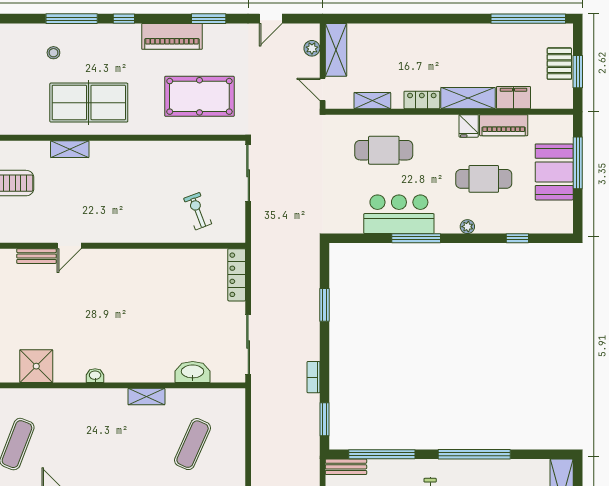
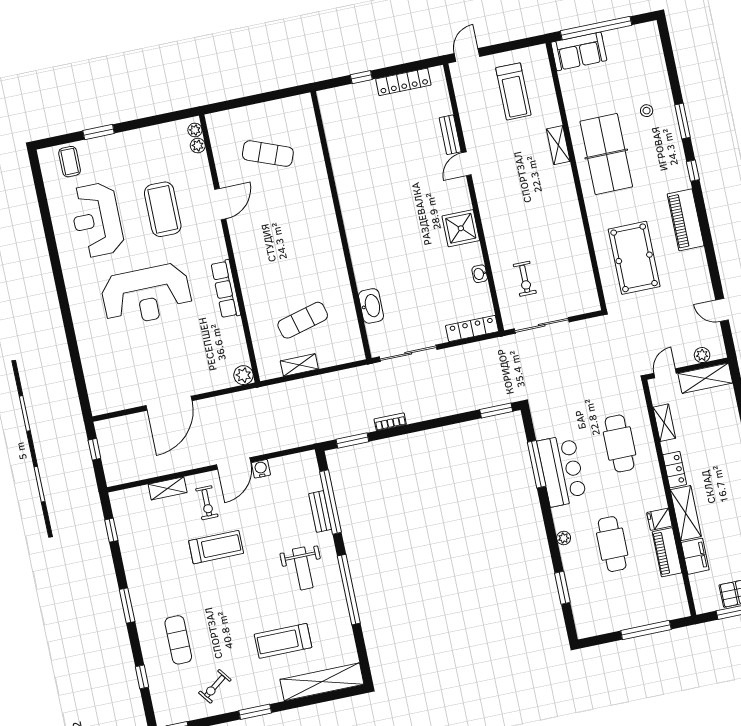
window: (72, 19) -> (683, 121), width x0.69
window: (209, 19) -> (710, 251), removed
booth: (554, 172) -> (633, 610), removed
sliding door: (248, 173) -> (542, 325), moved
exercise bike: (198, 211) -> (525, 279), turned 111
window: (416, 238) -> (537, 464), moved
window: (517, 238) -> (562, 588), width x1.50
door: (69, 246) -> (466, 164), hinge flipped
window: (324, 305) -> (496, 410), moved
shower: (36, 366) -> (461, 228), moved
washbasin: (95, 376) -> (480, 274), moved, turned 180
shelving: (146, 396) -> (299, 365), moved, turned 90
exercise mat: (193, 444) -> (303, 320), turned -39
bench: (346, 467) -> (320, 512), moved

